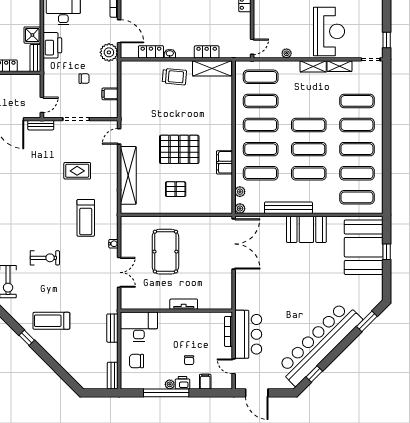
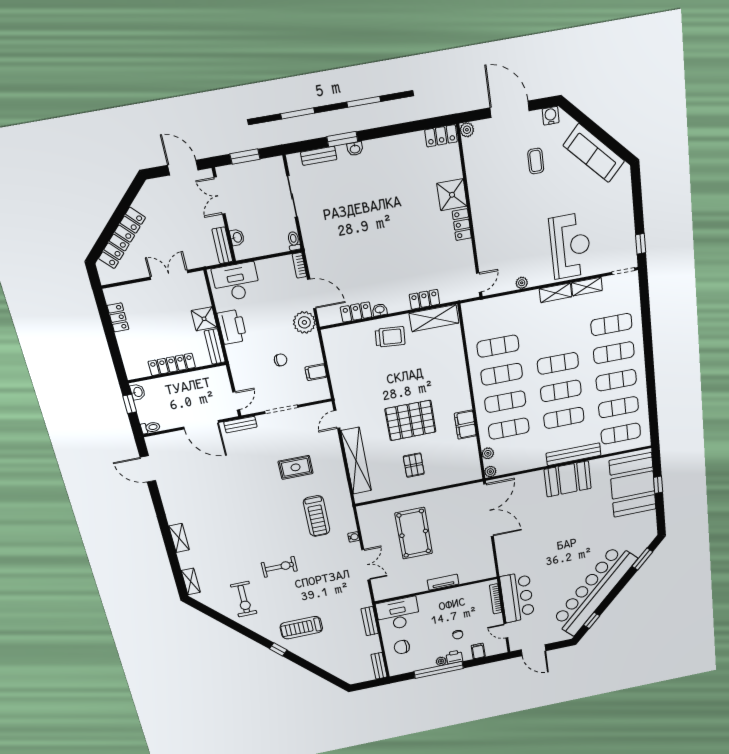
exercise mat: (261, 77) -> (494, 317), removed
pallet: (176, 189) -> (414, 465), turned 90
bench: (288, 208) -> (574, 454), moved

